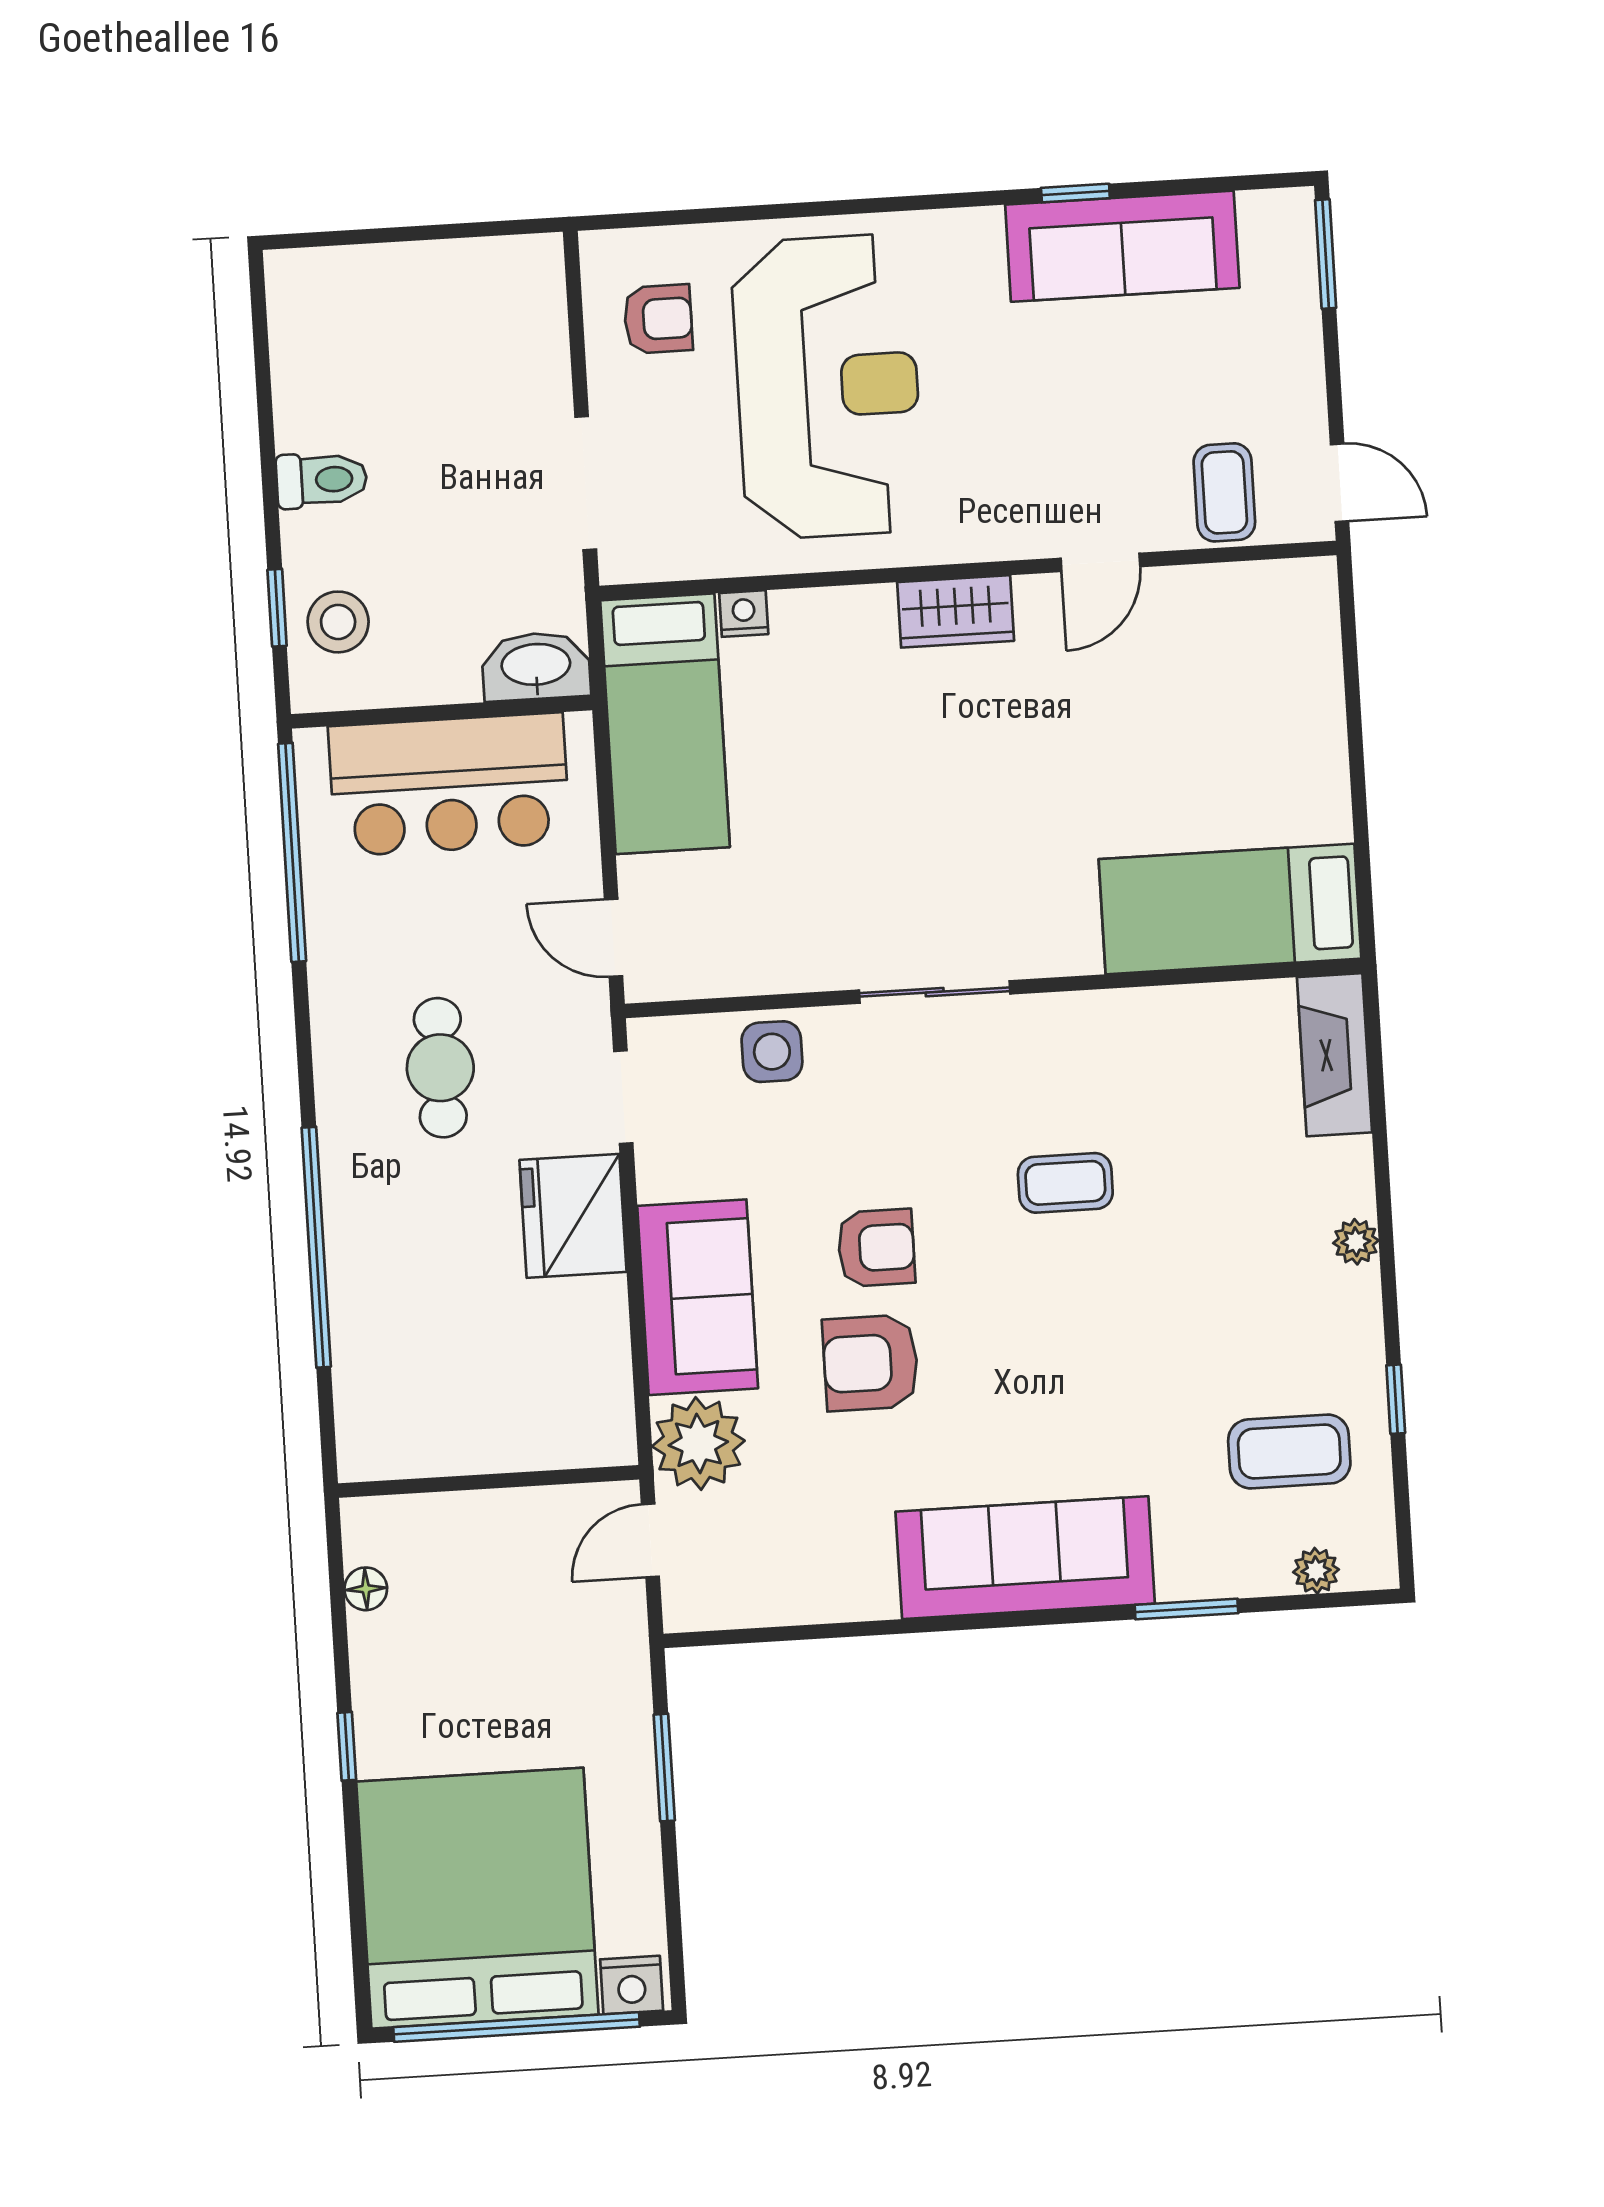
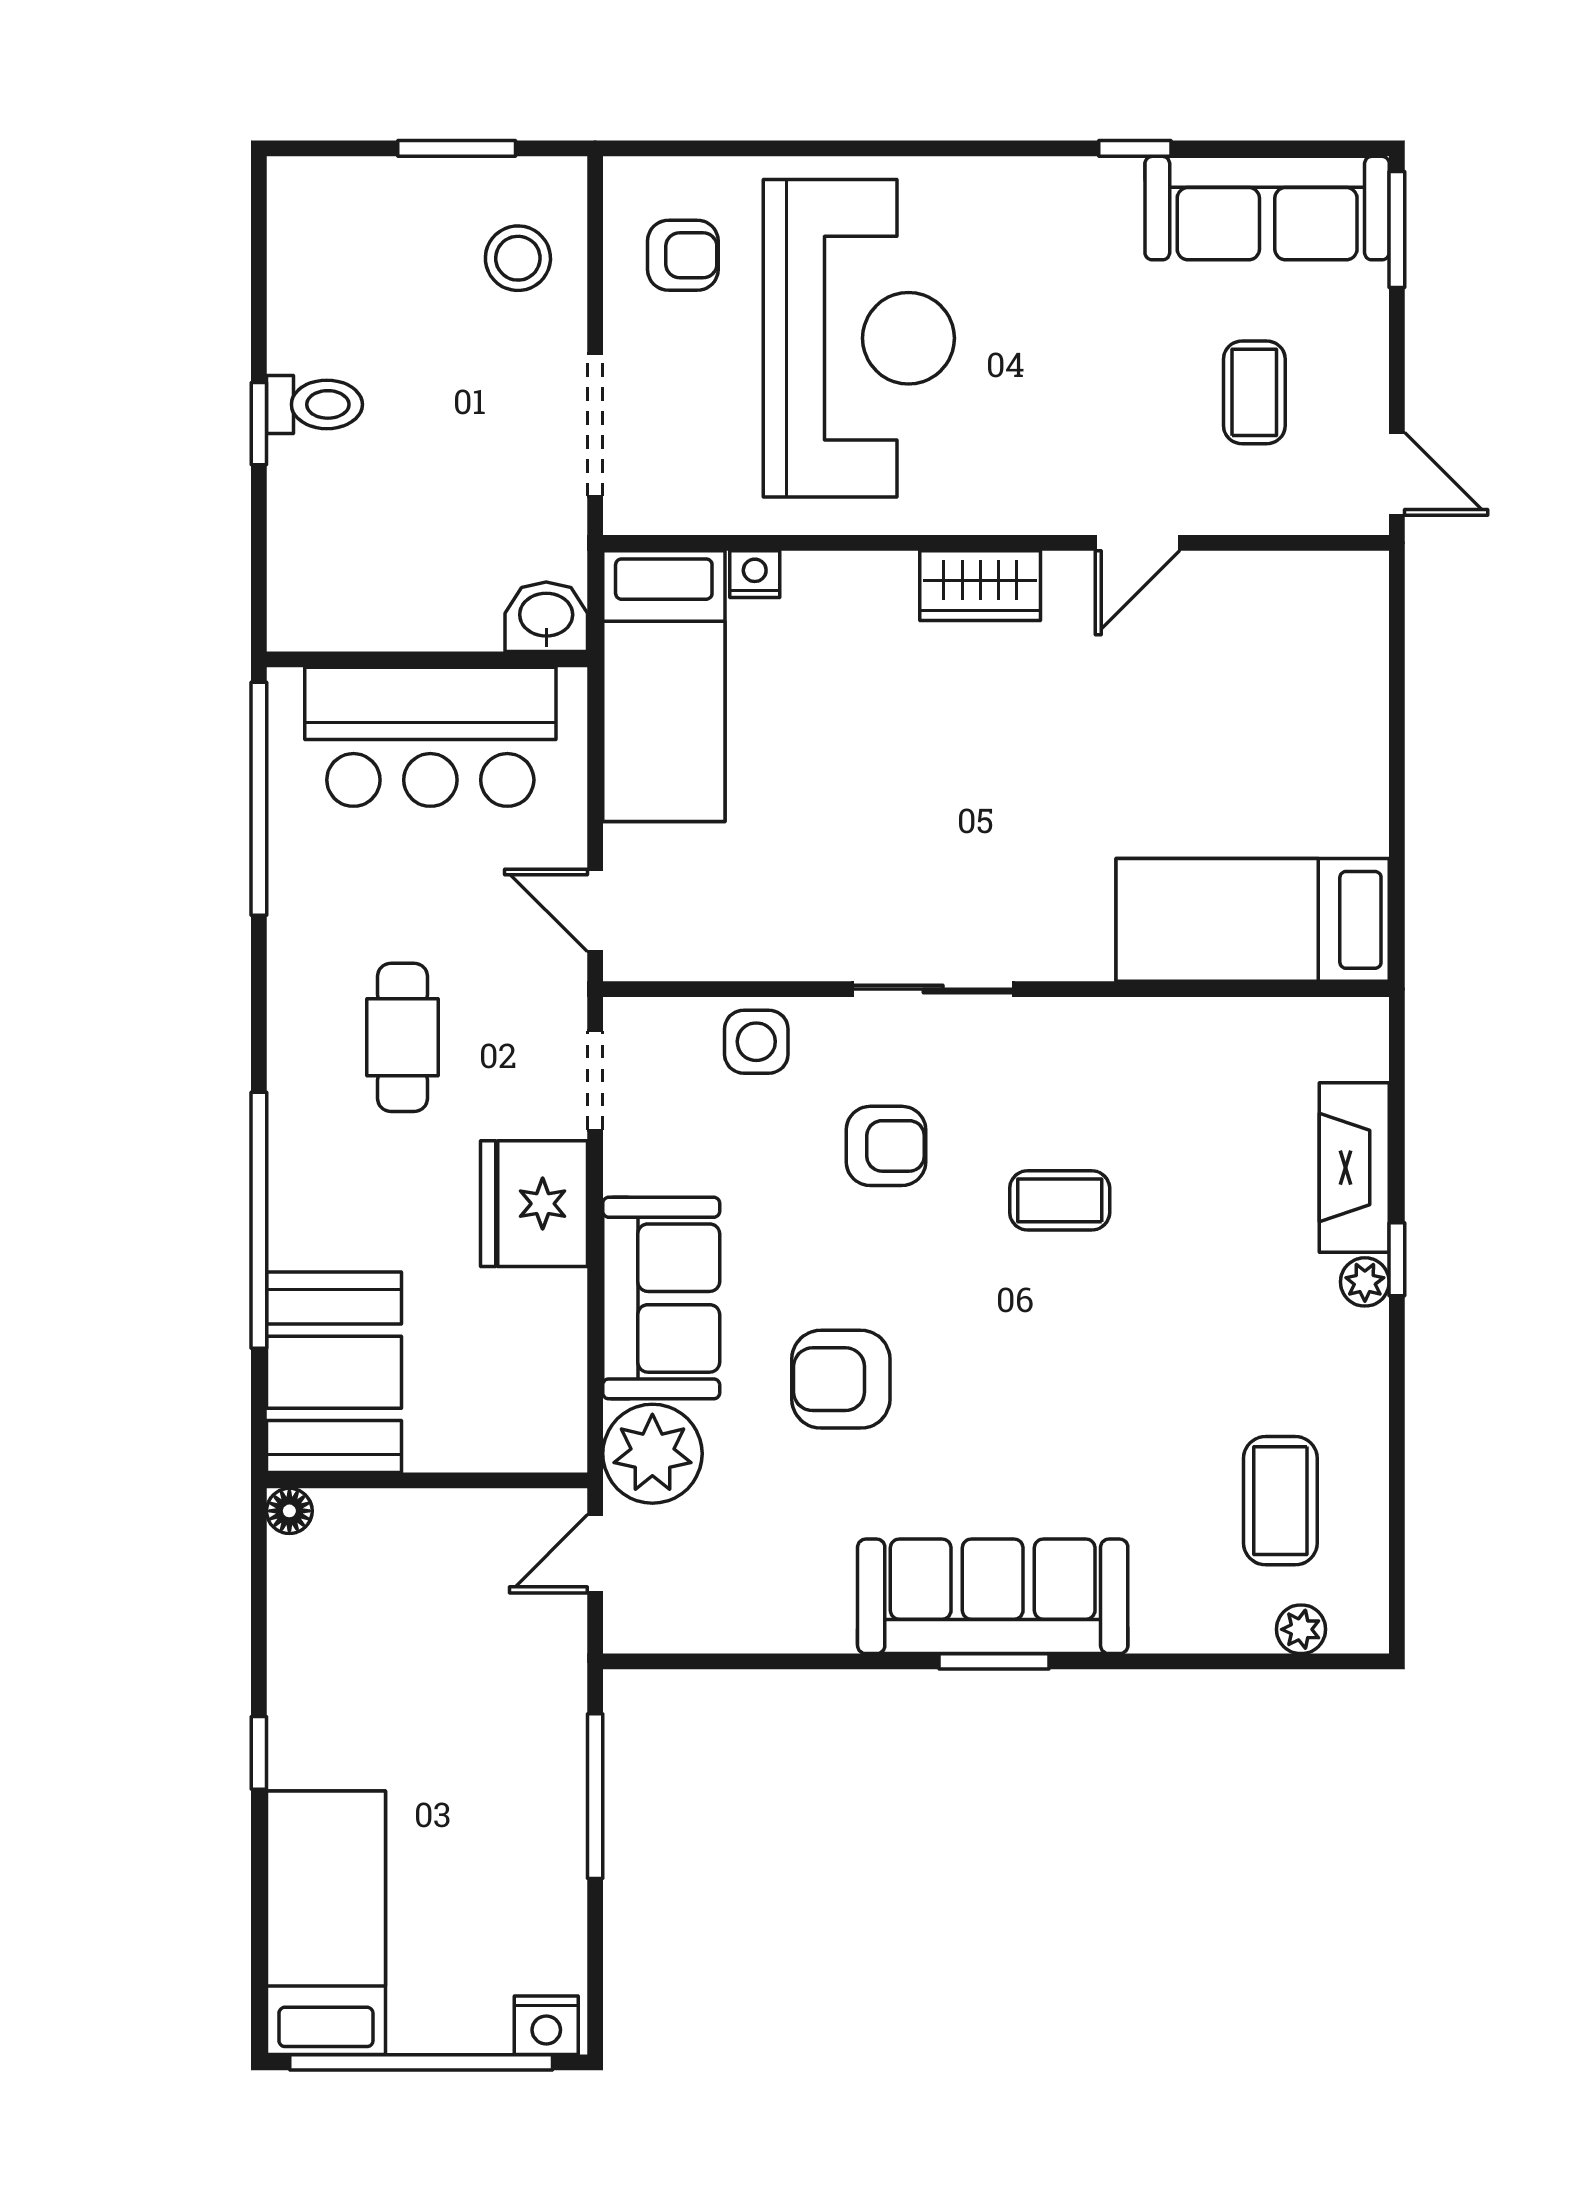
window: (440, 232) -> (457, 148), added
sofa: (1122, 246) -> (1267, 208), moved
coffee table: (1224, 492) -> (1254, 392), moved
window: (277, 608) -> (259, 424), moved
stool: (338, 622) -> (518, 258), moved
washbasin: (536, 666) -> (546, 617), width x0.72
fireplace: (1334, 1055) -> (1354, 1168), moved
armchair: (876, 1248) -> (886, 1146), moved
booth: (395, 1385) -> (334, 1372), added
window: (1396, 1399) -> (1397, 1259), moved
coffee table: (1289, 1451) -> (1280, 1501), turned 90
floor lamp: (366, 1589) -> (289, 1511), moved
window: (1186, 1609) -> (994, 1661), moved
window: (664, 1768) -> (595, 1796), width x1.44
bed: (477, 1898) -> (326, 1923), width x0.49

